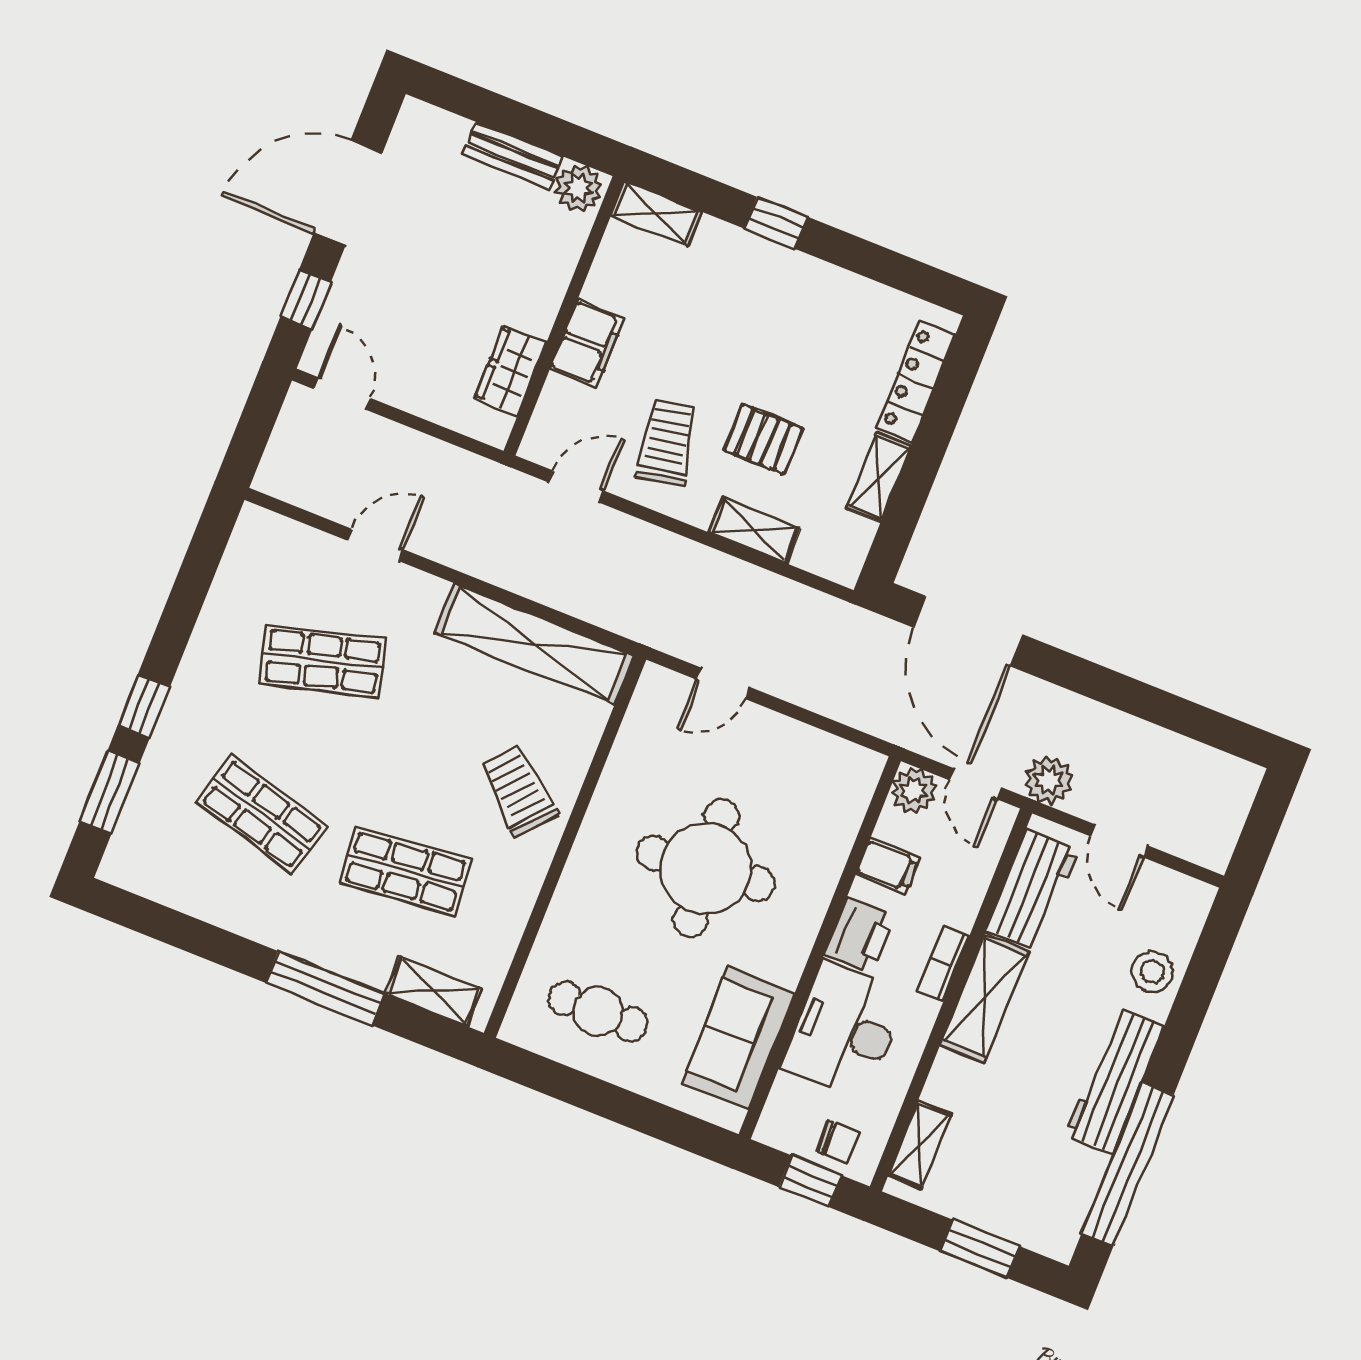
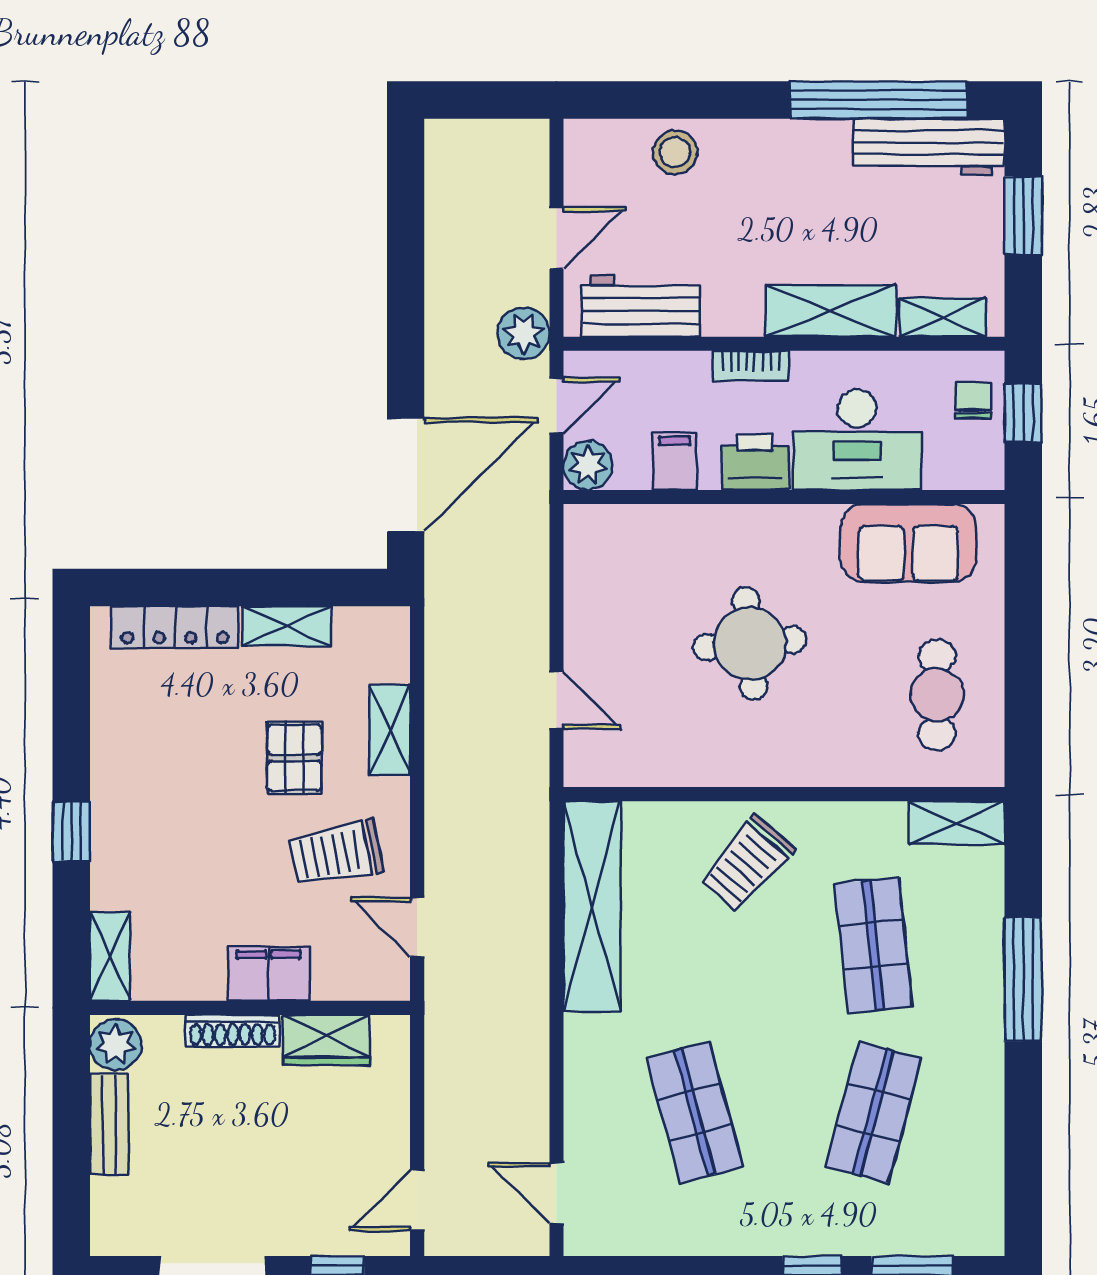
shoe rack: (550, 293) -> (233, 1031), added
door: (375, 545) -> (557, 1193), moved
round table: (706, 868) -> (750, 644), width x0.73, depth x0.73
shelving: (433, 991) -> (957, 823), moved, turned 90
shelving: (984, 998) -> (830, 311), moved
workbench: (1114, 1080) -> (929, 147), moved

